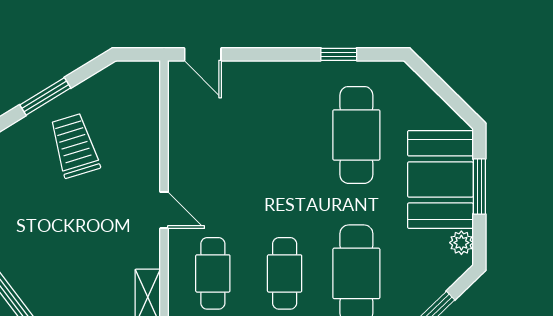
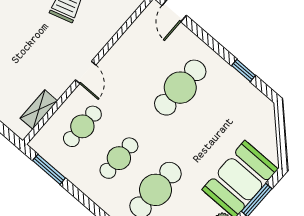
cafe table: (356, 135) -> (180, 88), moved

